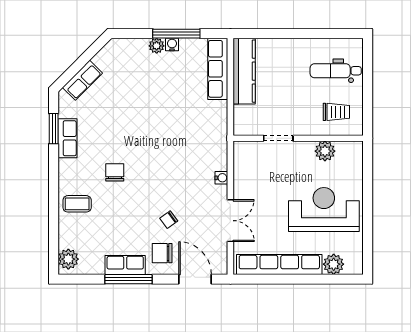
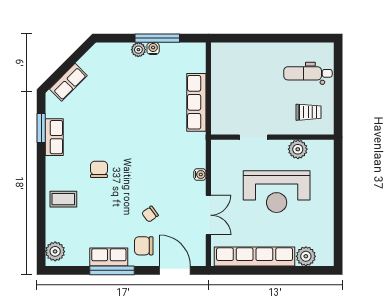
row of seats: (218, 69) -> (196, 102), moved
kitchen counter: (244, 71) -> (221, 74), removed
reception desk: (324, 210) -> (277, 192), moved, turned 180

